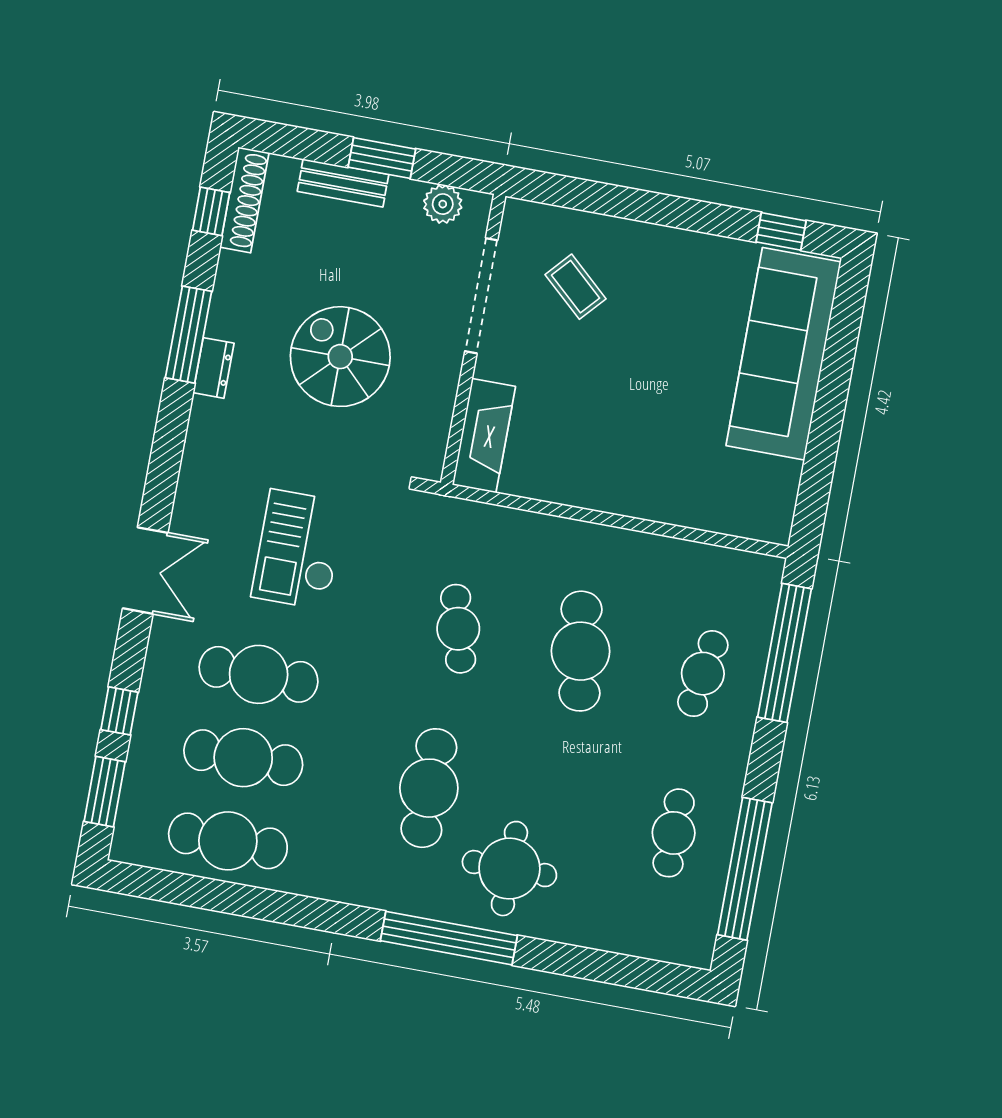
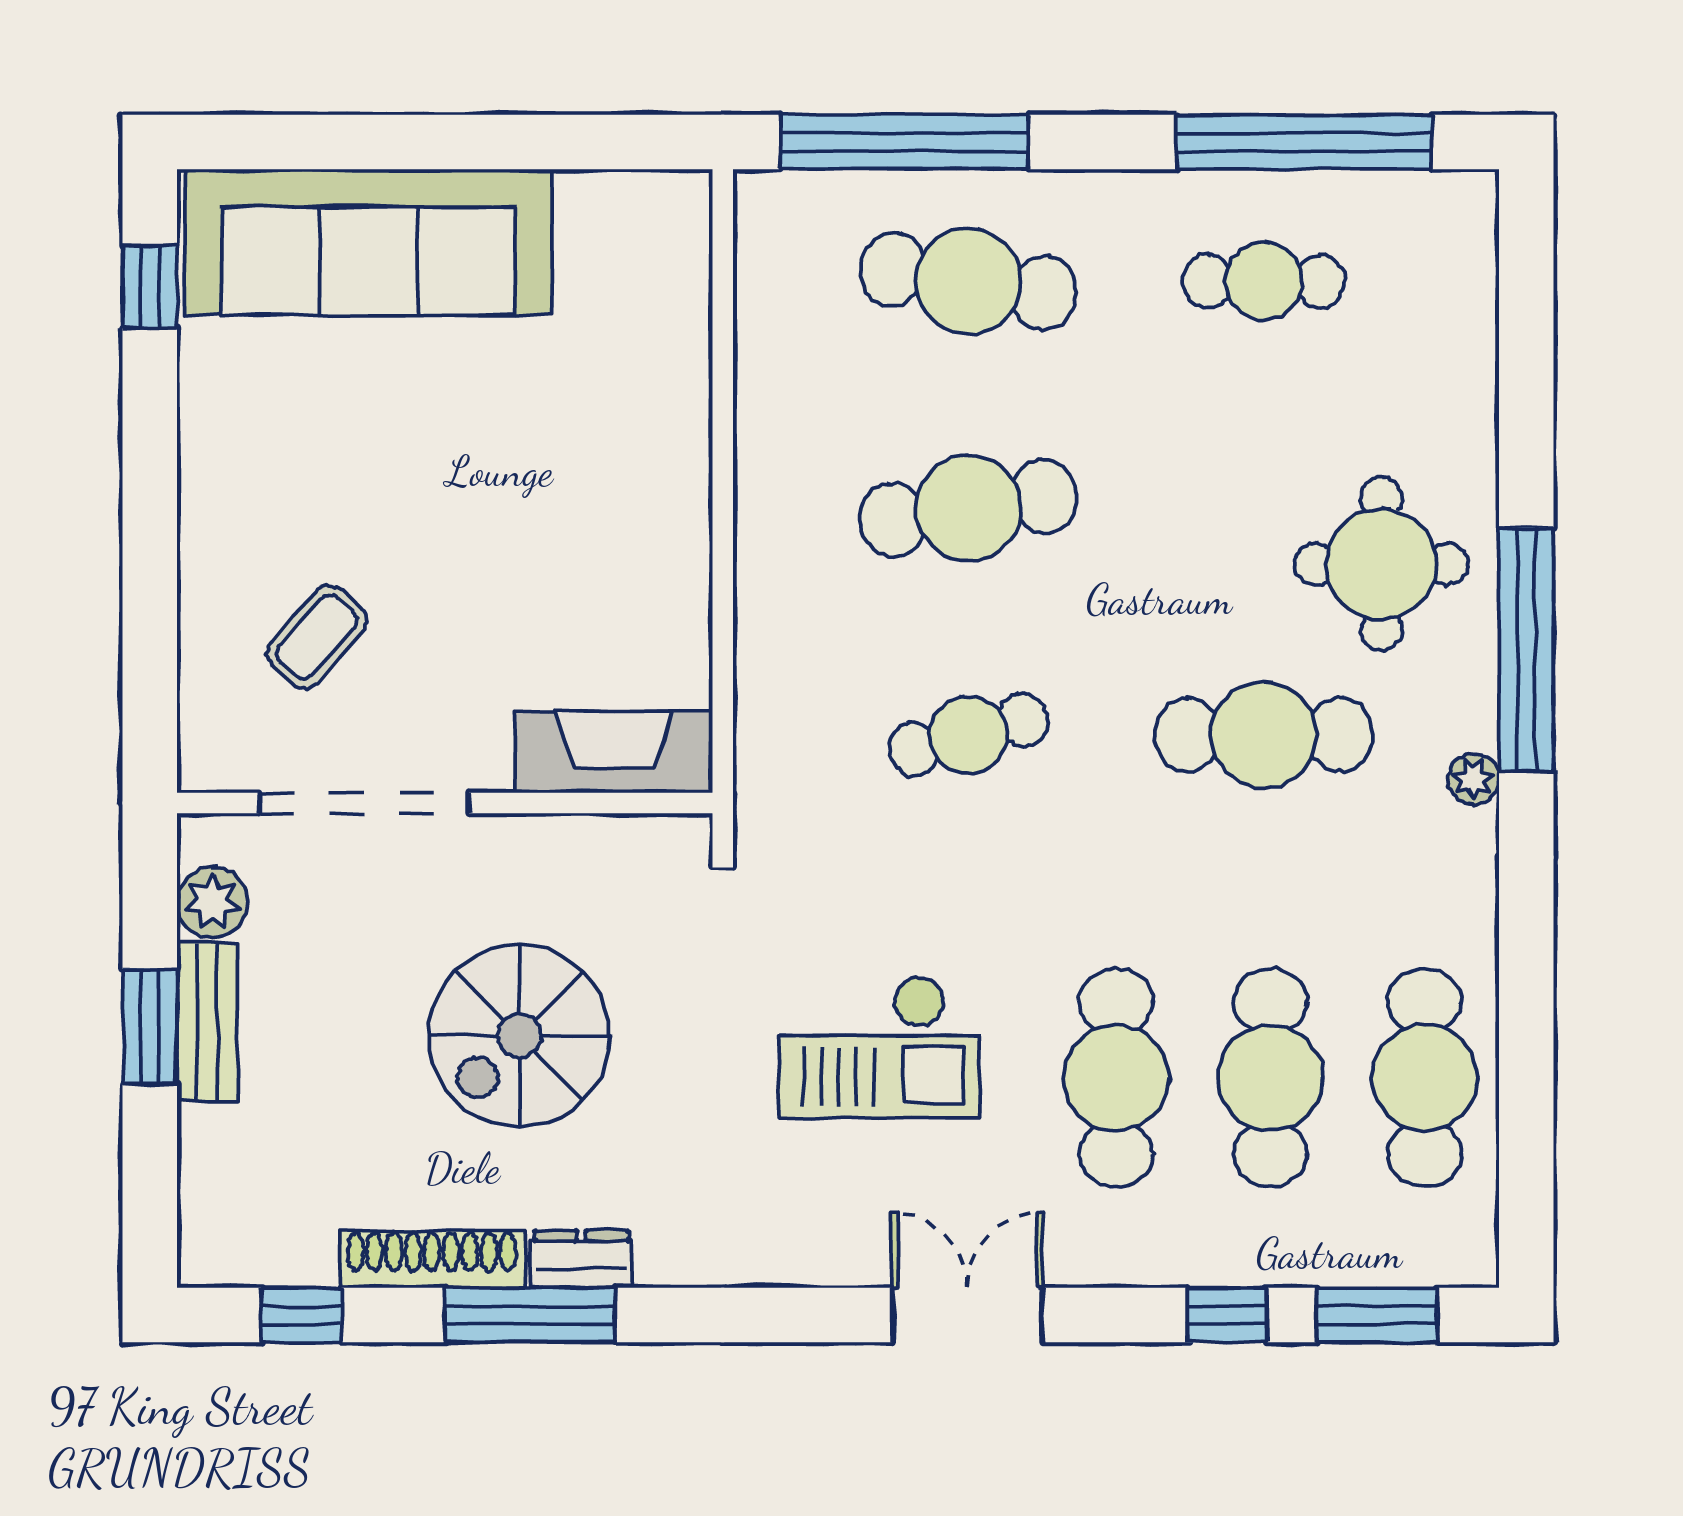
bench: (343, 183) -> (207, 1022), moved
shoe rack: (244, 200) -> (432, 1259), moved
cafe table: (703, 674) -> (968, 281), width x1.37, depth x1.35
plant: (384, 897) -> (1473, 779), added

